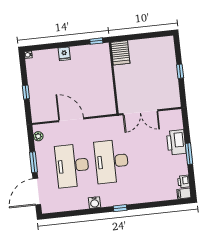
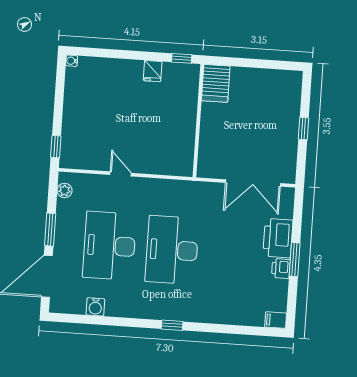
fridge: (64, 54) -> (153, 71), moved
window: (26, 92) -> (56, 147), moved
double door: (140, 112) -> (253, 183), moved
door: (71, 120) -> (121, 174), width x0.53
printer: (184, 182) -> (281, 268), moved
water cooler: (95, 203) -> (95, 307), moved

